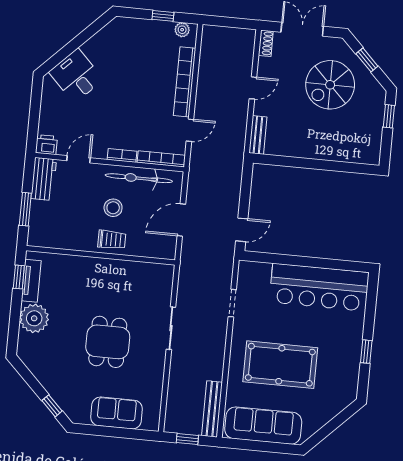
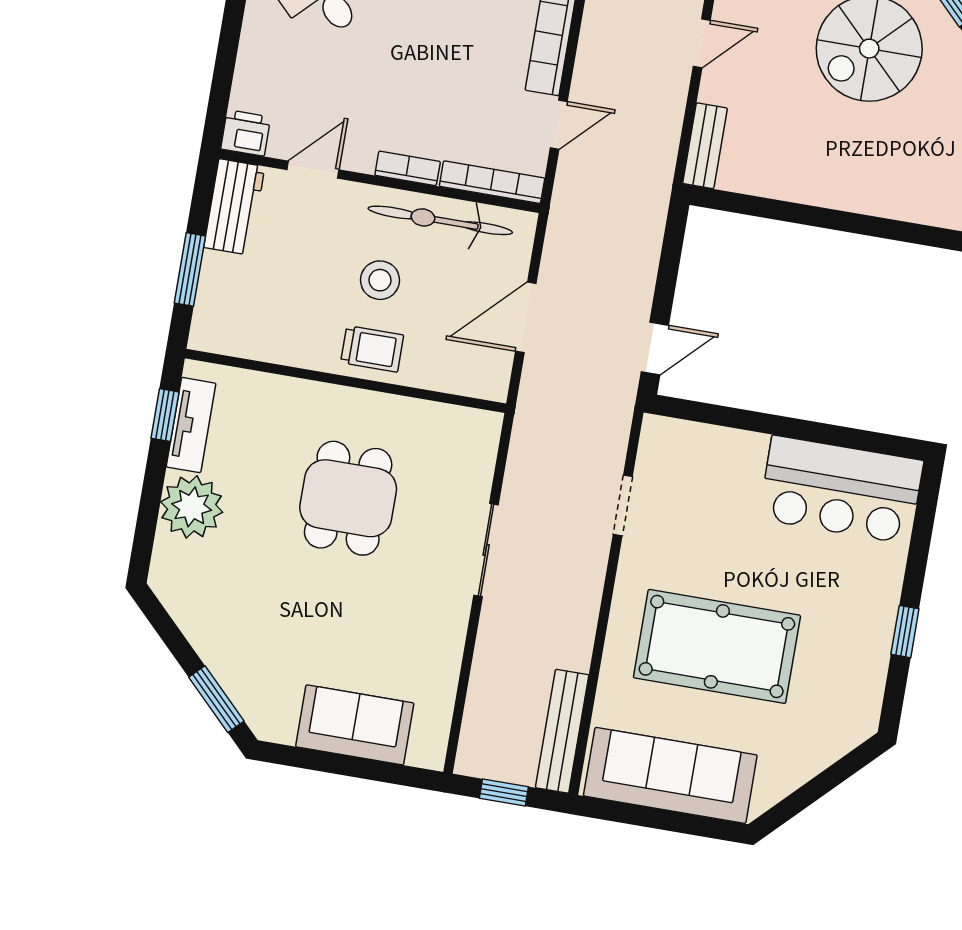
bar counter: (319, 287) -> (841, 490), width x0.73
dining table: (108, 342) -> (348, 498), moved
window: (52, 406) -> (216, 699), width x1.50

